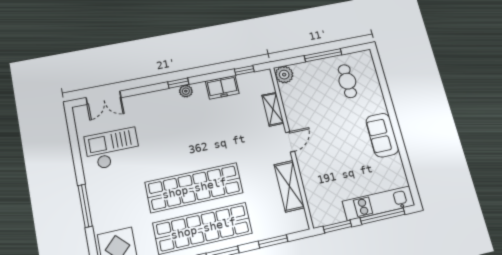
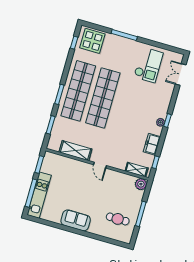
shelving: (273, 109) -> (137, 170), moved

